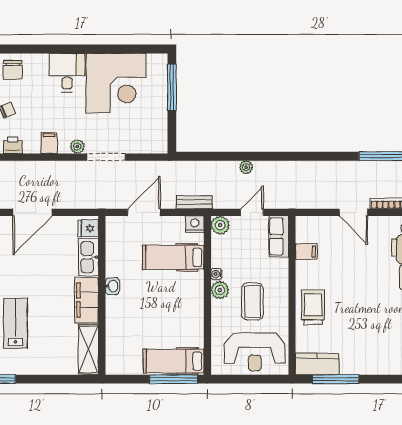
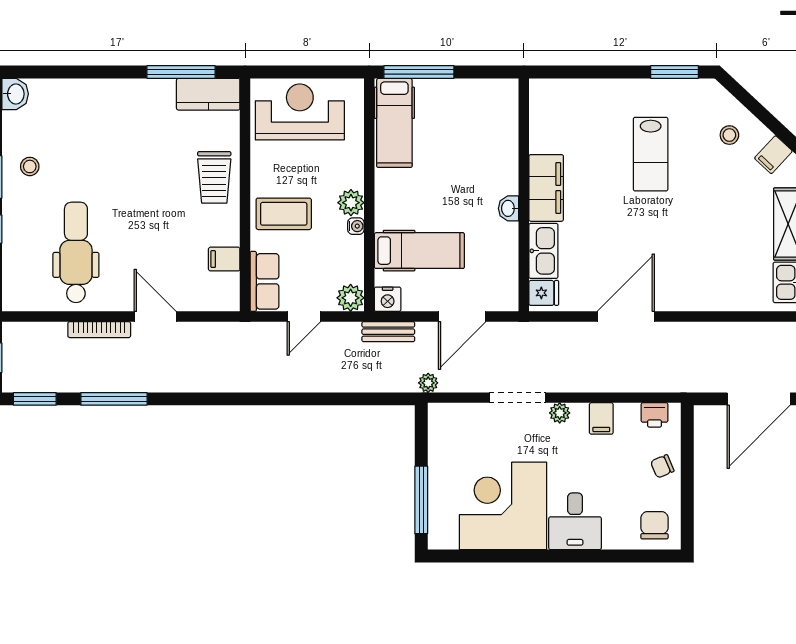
plant: (246, 167) -> (428, 383), moved
coffee table: (252, 301) -> (284, 214), moved, turned 90
shelving: (88, 349) -> (544, 116), removed
hospital bed: (174, 361) -> (394, 123), moved, turned 90

